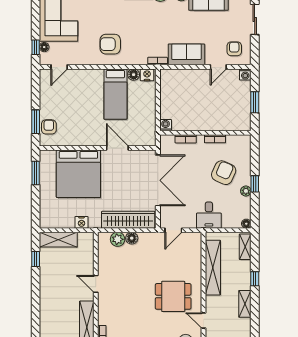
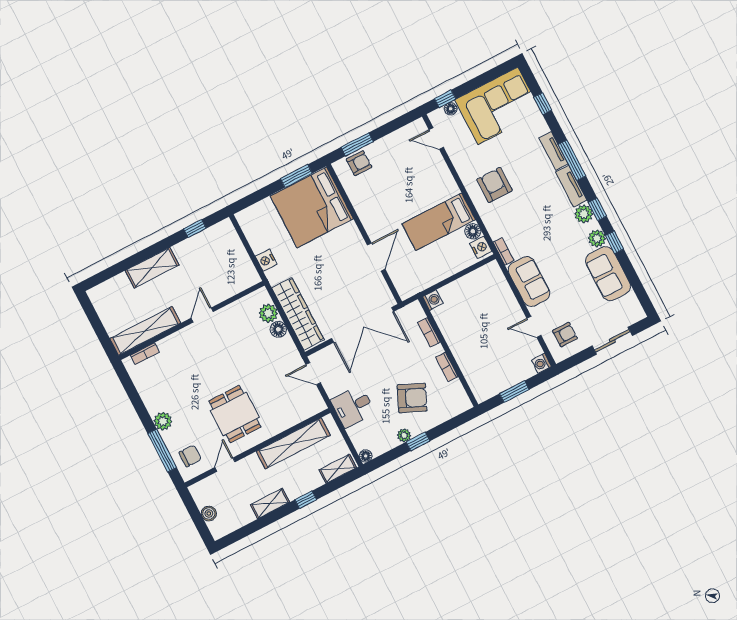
bed: (78, 174) -> (312, 207), moved
shelving: (58, 240) -> (152, 268), moved, turned 90

